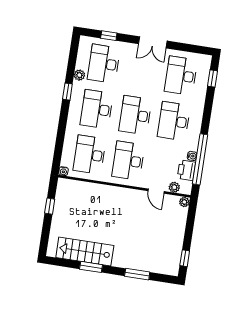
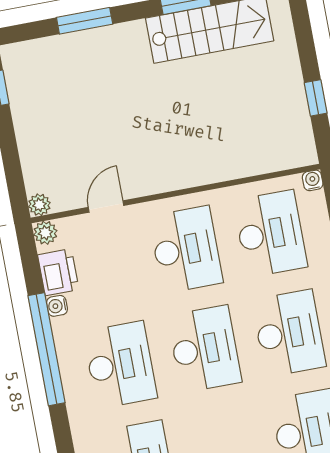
window: (200, 159) -> (47, 349), moved
plant: (174, 187) -> (45, 233), moved
door: (156, 191) -> (106, 206), hinge flipped

